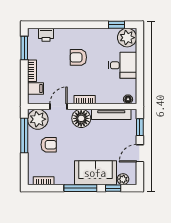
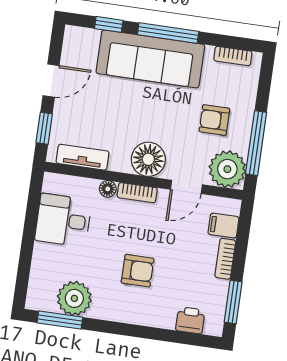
window: (116, 25) -> (60, 320), width x1.50
plant: (127, 38) -> (74, 298), moved
desk: (122, 65) -> (63, 220), moved
floor lamp: (128, 99) -> (108, 189), moved
tv unit: (111, 114) -> (83, 157), width x0.71
sofa: (95, 173) -> (150, 59), width x1.36
plant: (123, 179) -> (88, 38), removed

